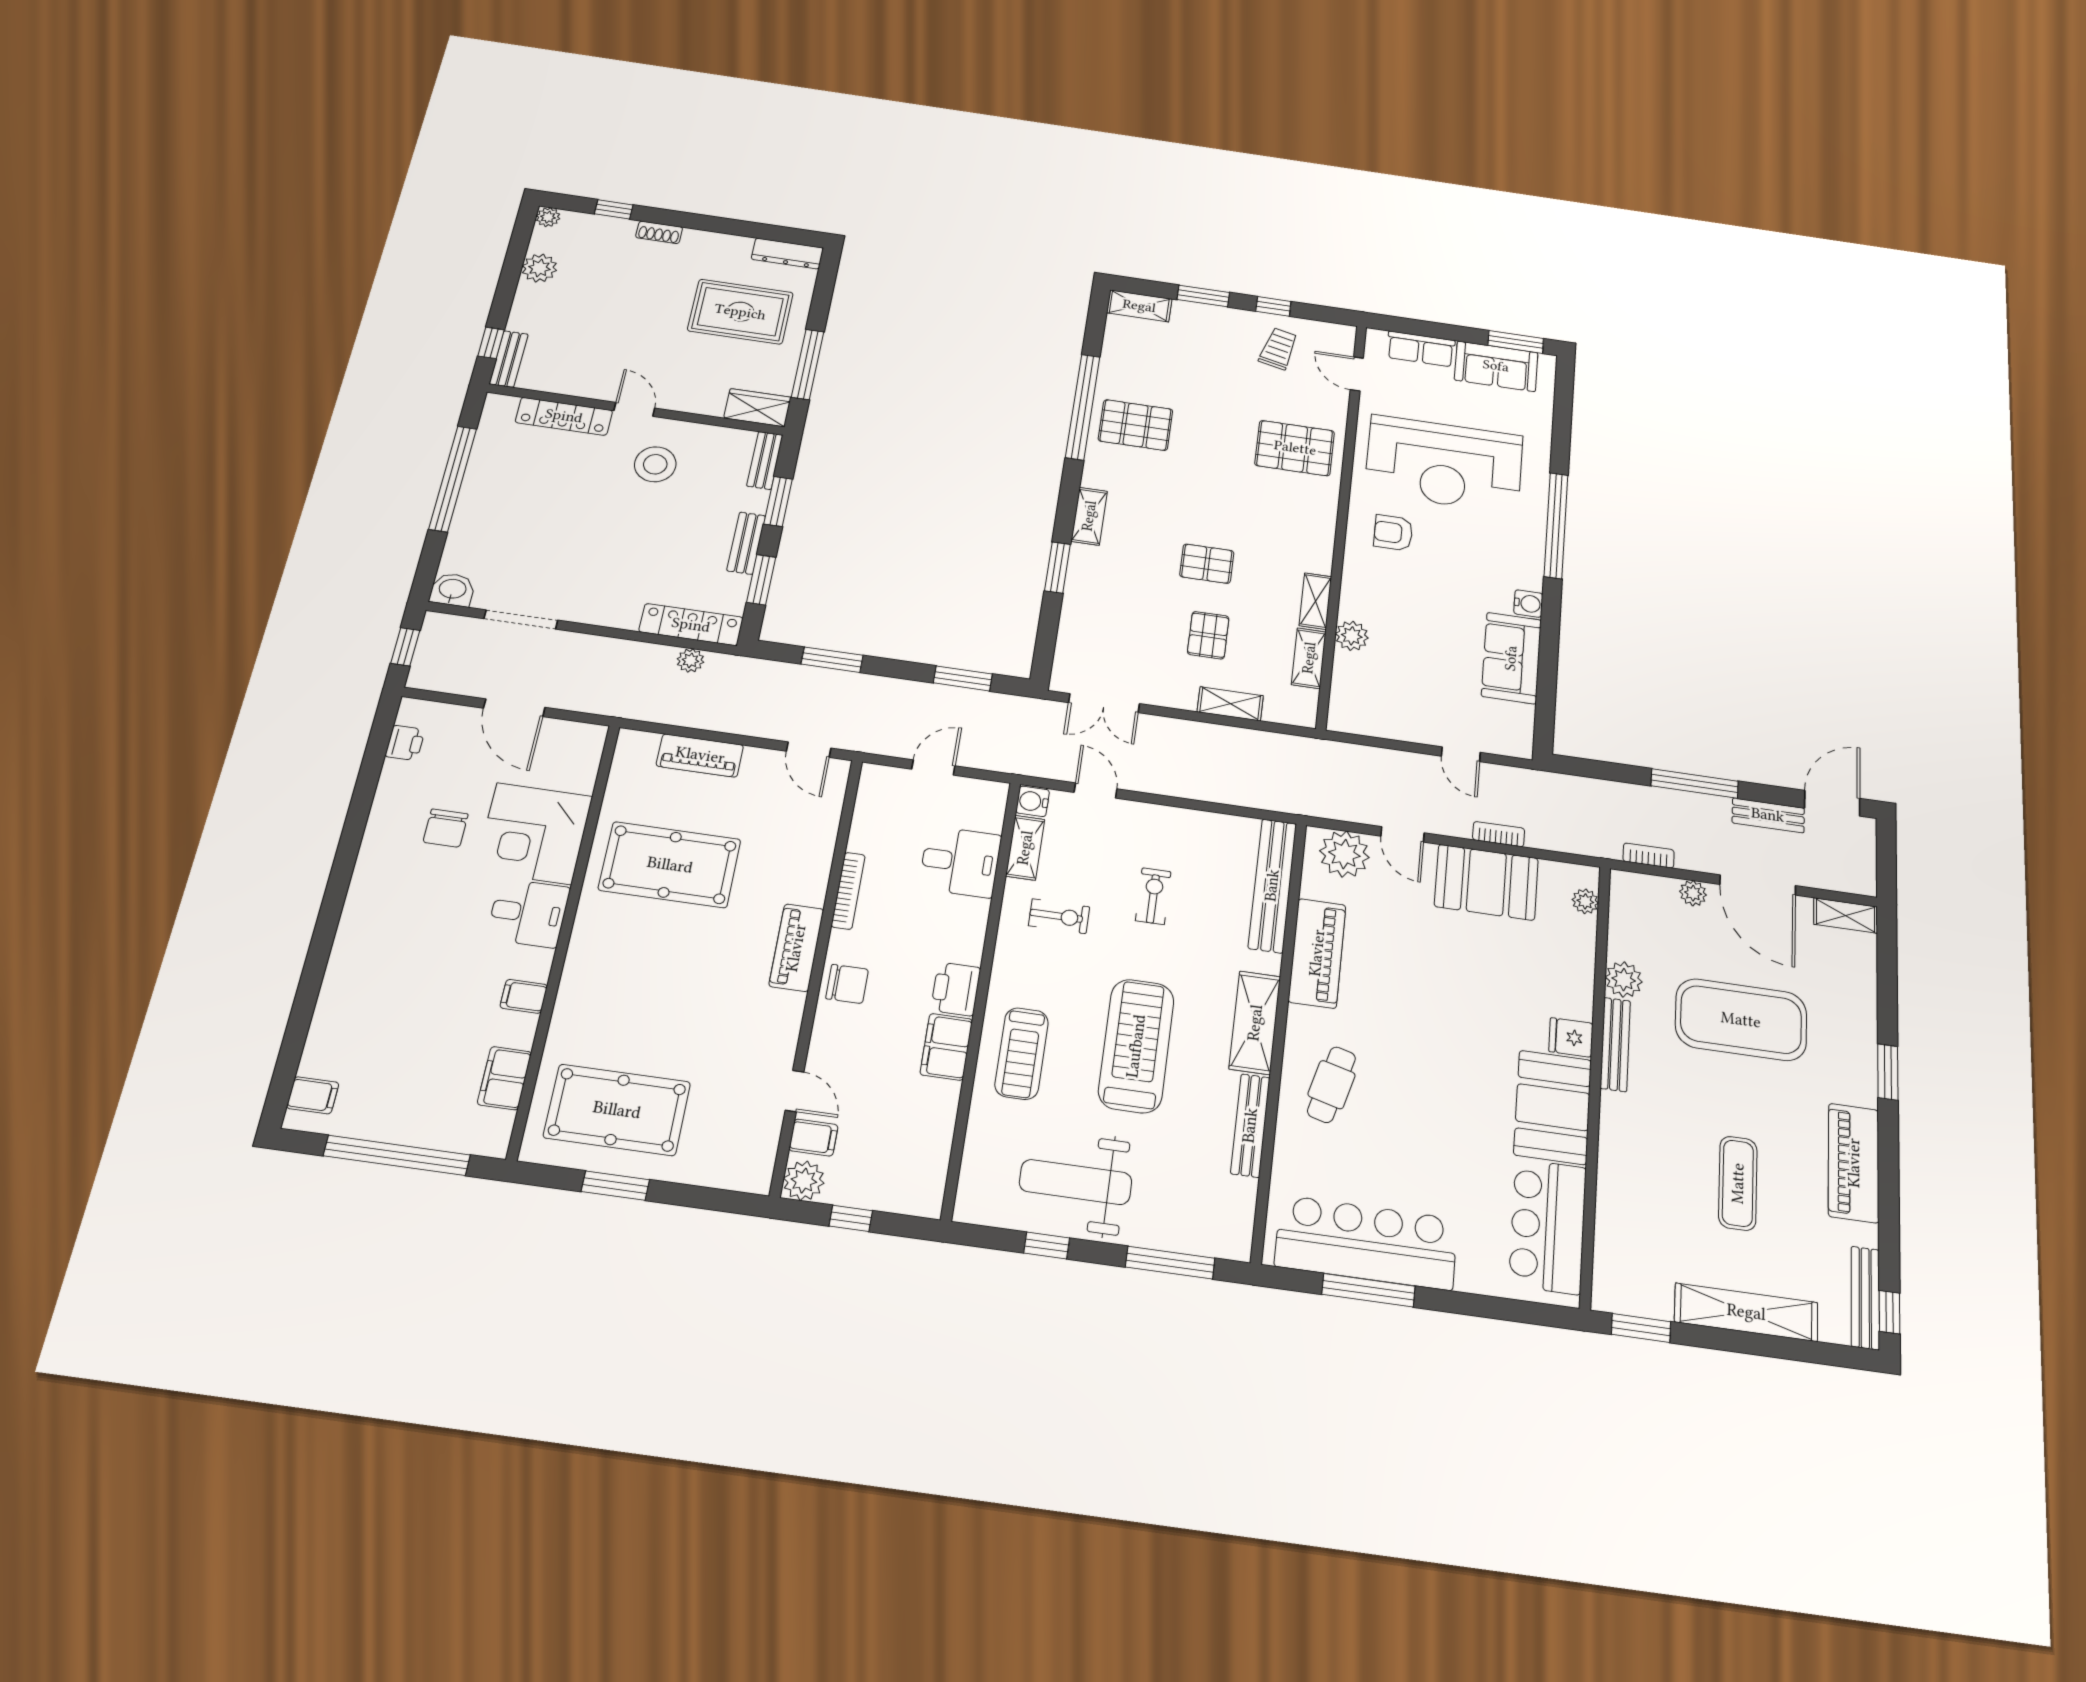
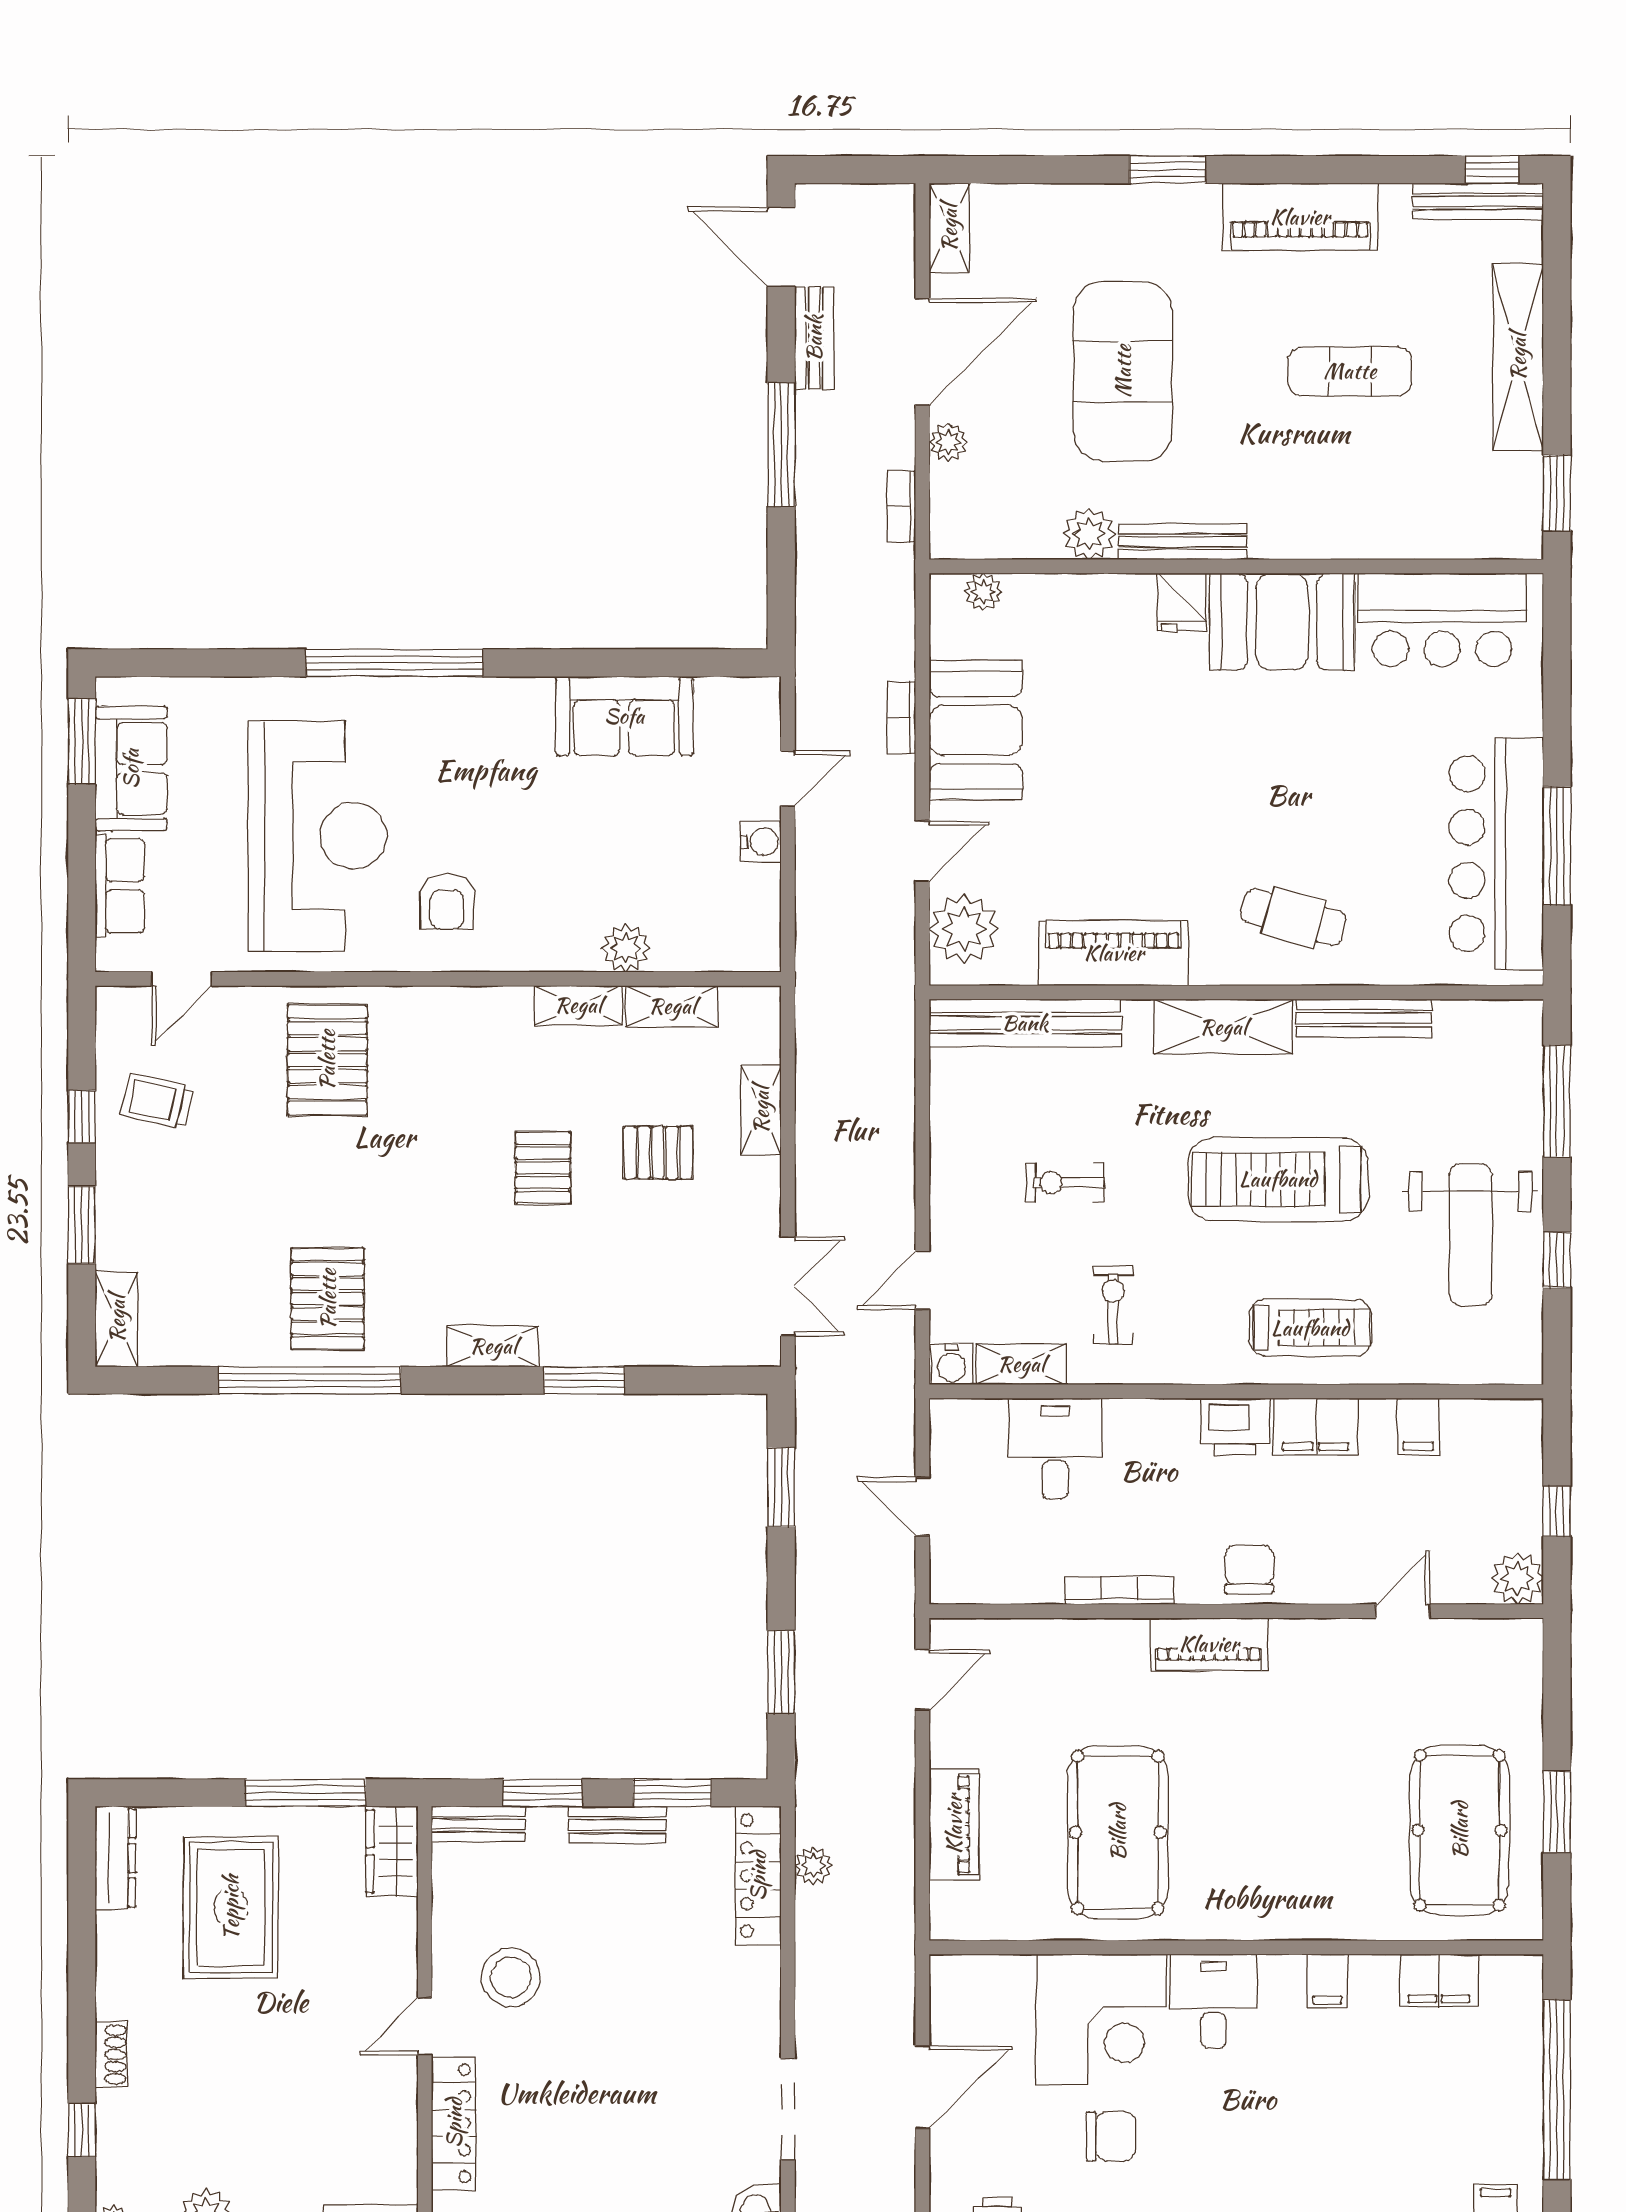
water cooler: (1528, 604) -> (761, 842), moved, turned 90
filing cabinet: (813, 1138) -> (1418, 1427), moved, turned 180

